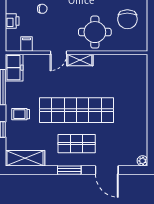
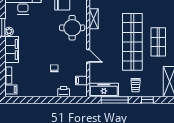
shelving: (80, 60) -> (94, 19), moved
freezer: (14, 68) -> (104, 90), width x1.40

